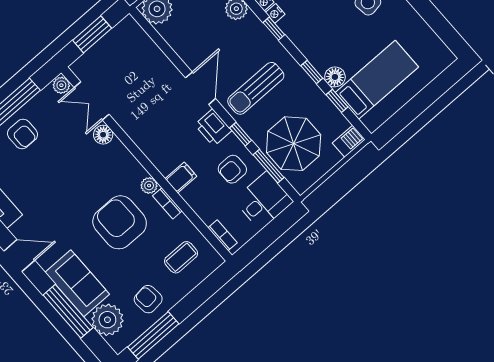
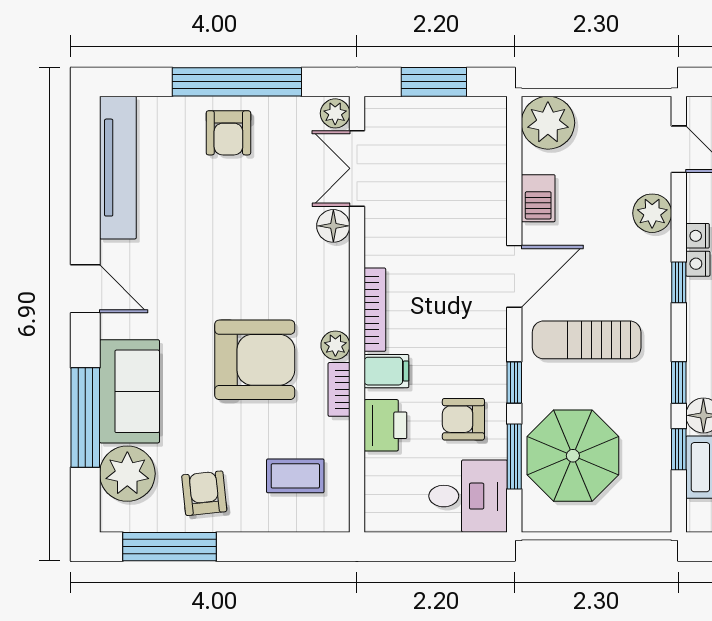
printer: (213, 128) -> (385, 425), moved, turned 180
barbecue: (349, 141) -> (538, 198), moved, turned 90
armchair: (120, 222) -> (255, 360), turned 90
bookcase: (223, 235) -> (375, 310), moved, width x1.56

